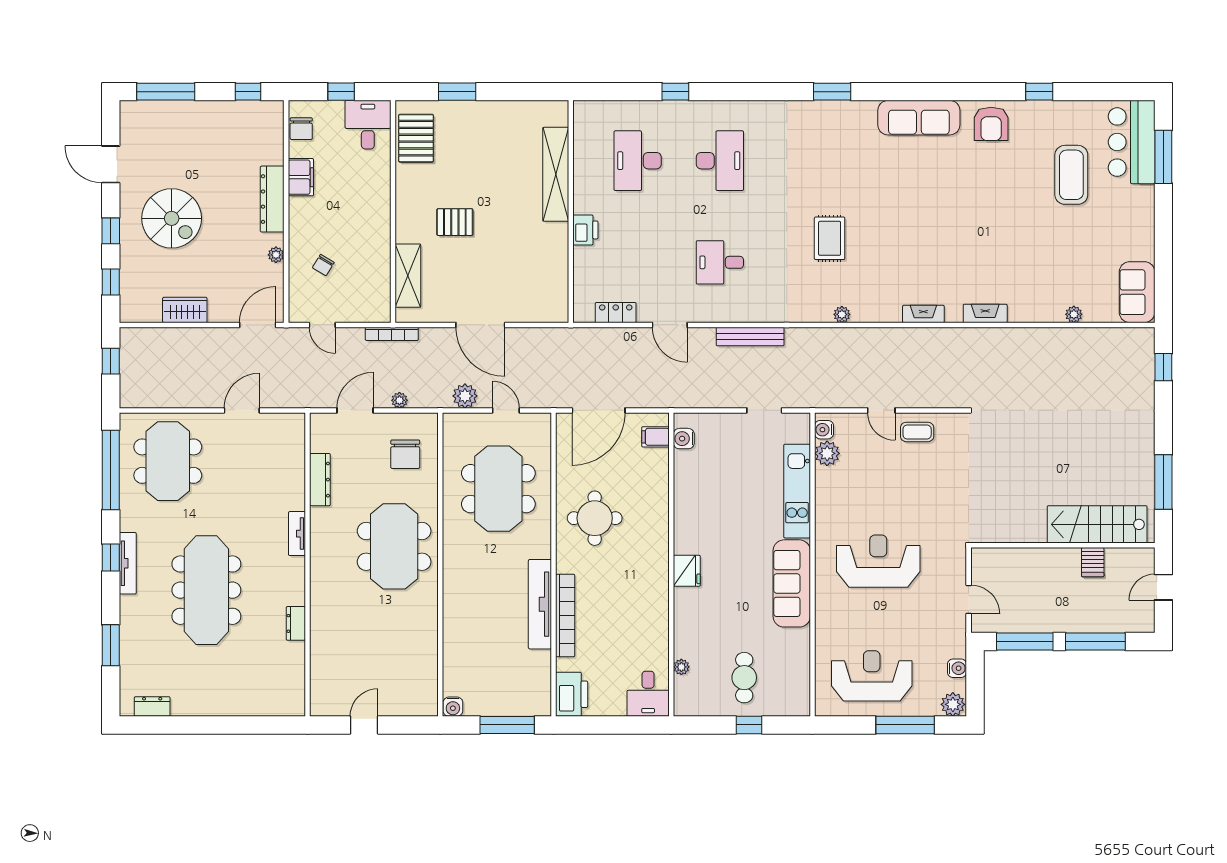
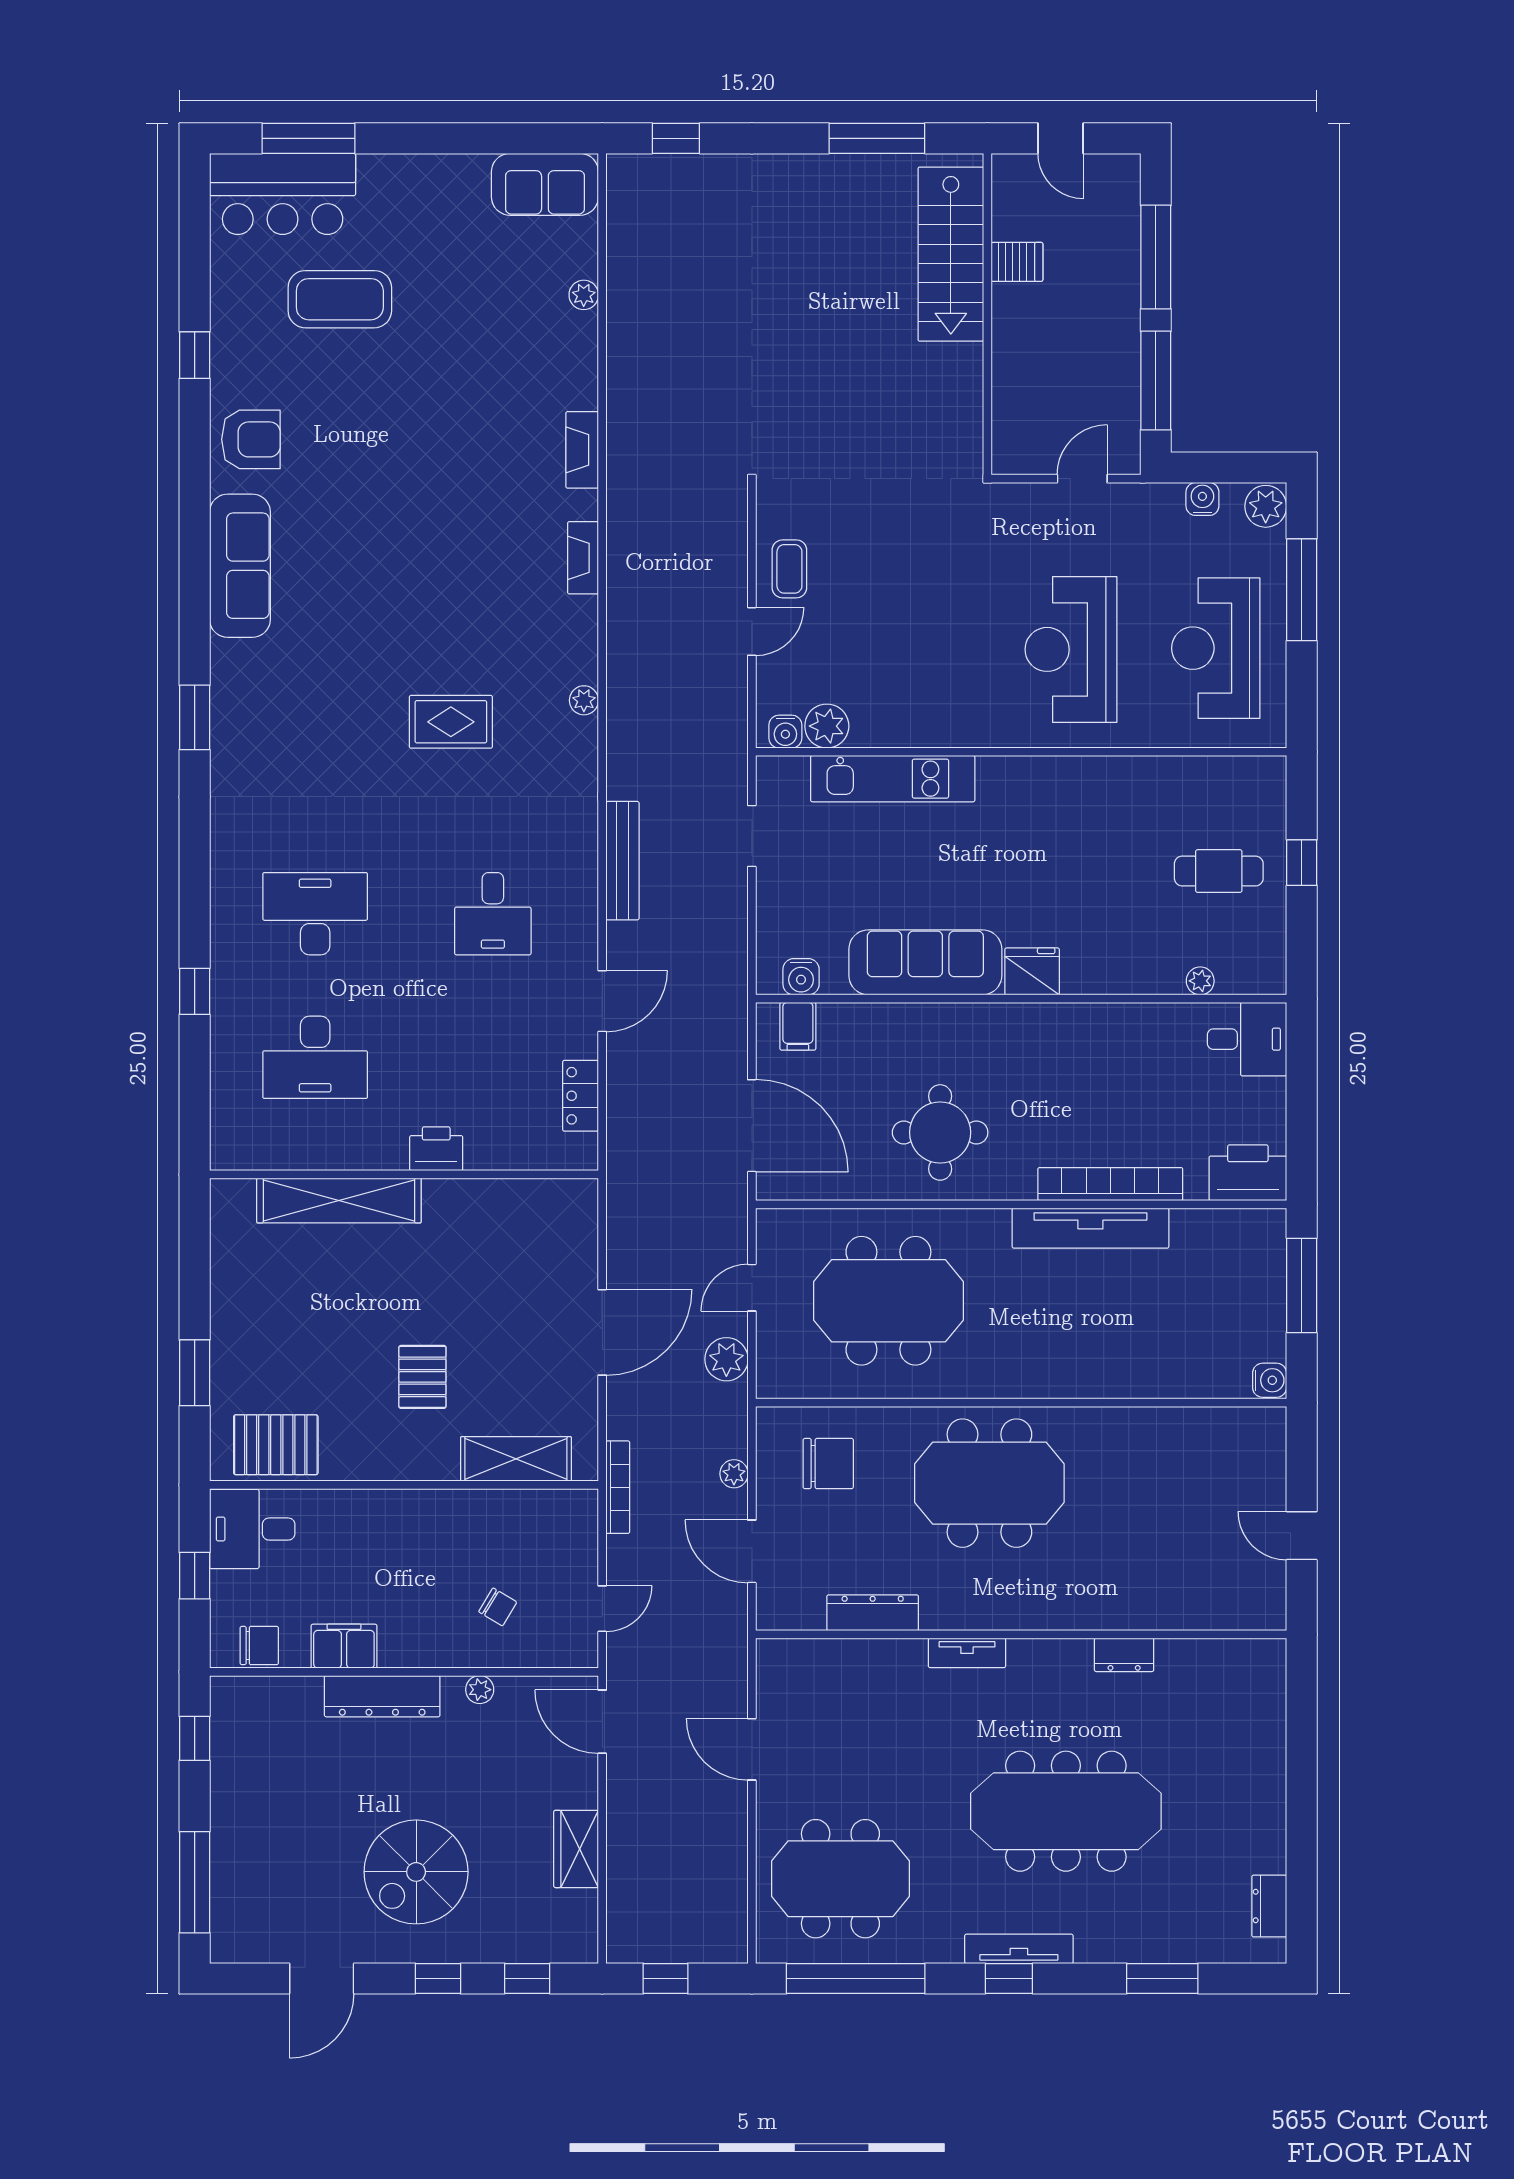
spiral stairs: (172, 218) -> (416, 1872), turned 180
reception desk: (878, 561) -> (1071, 649), moved
sofa: (792, 583) -> (925, 962), moved, turned 180

